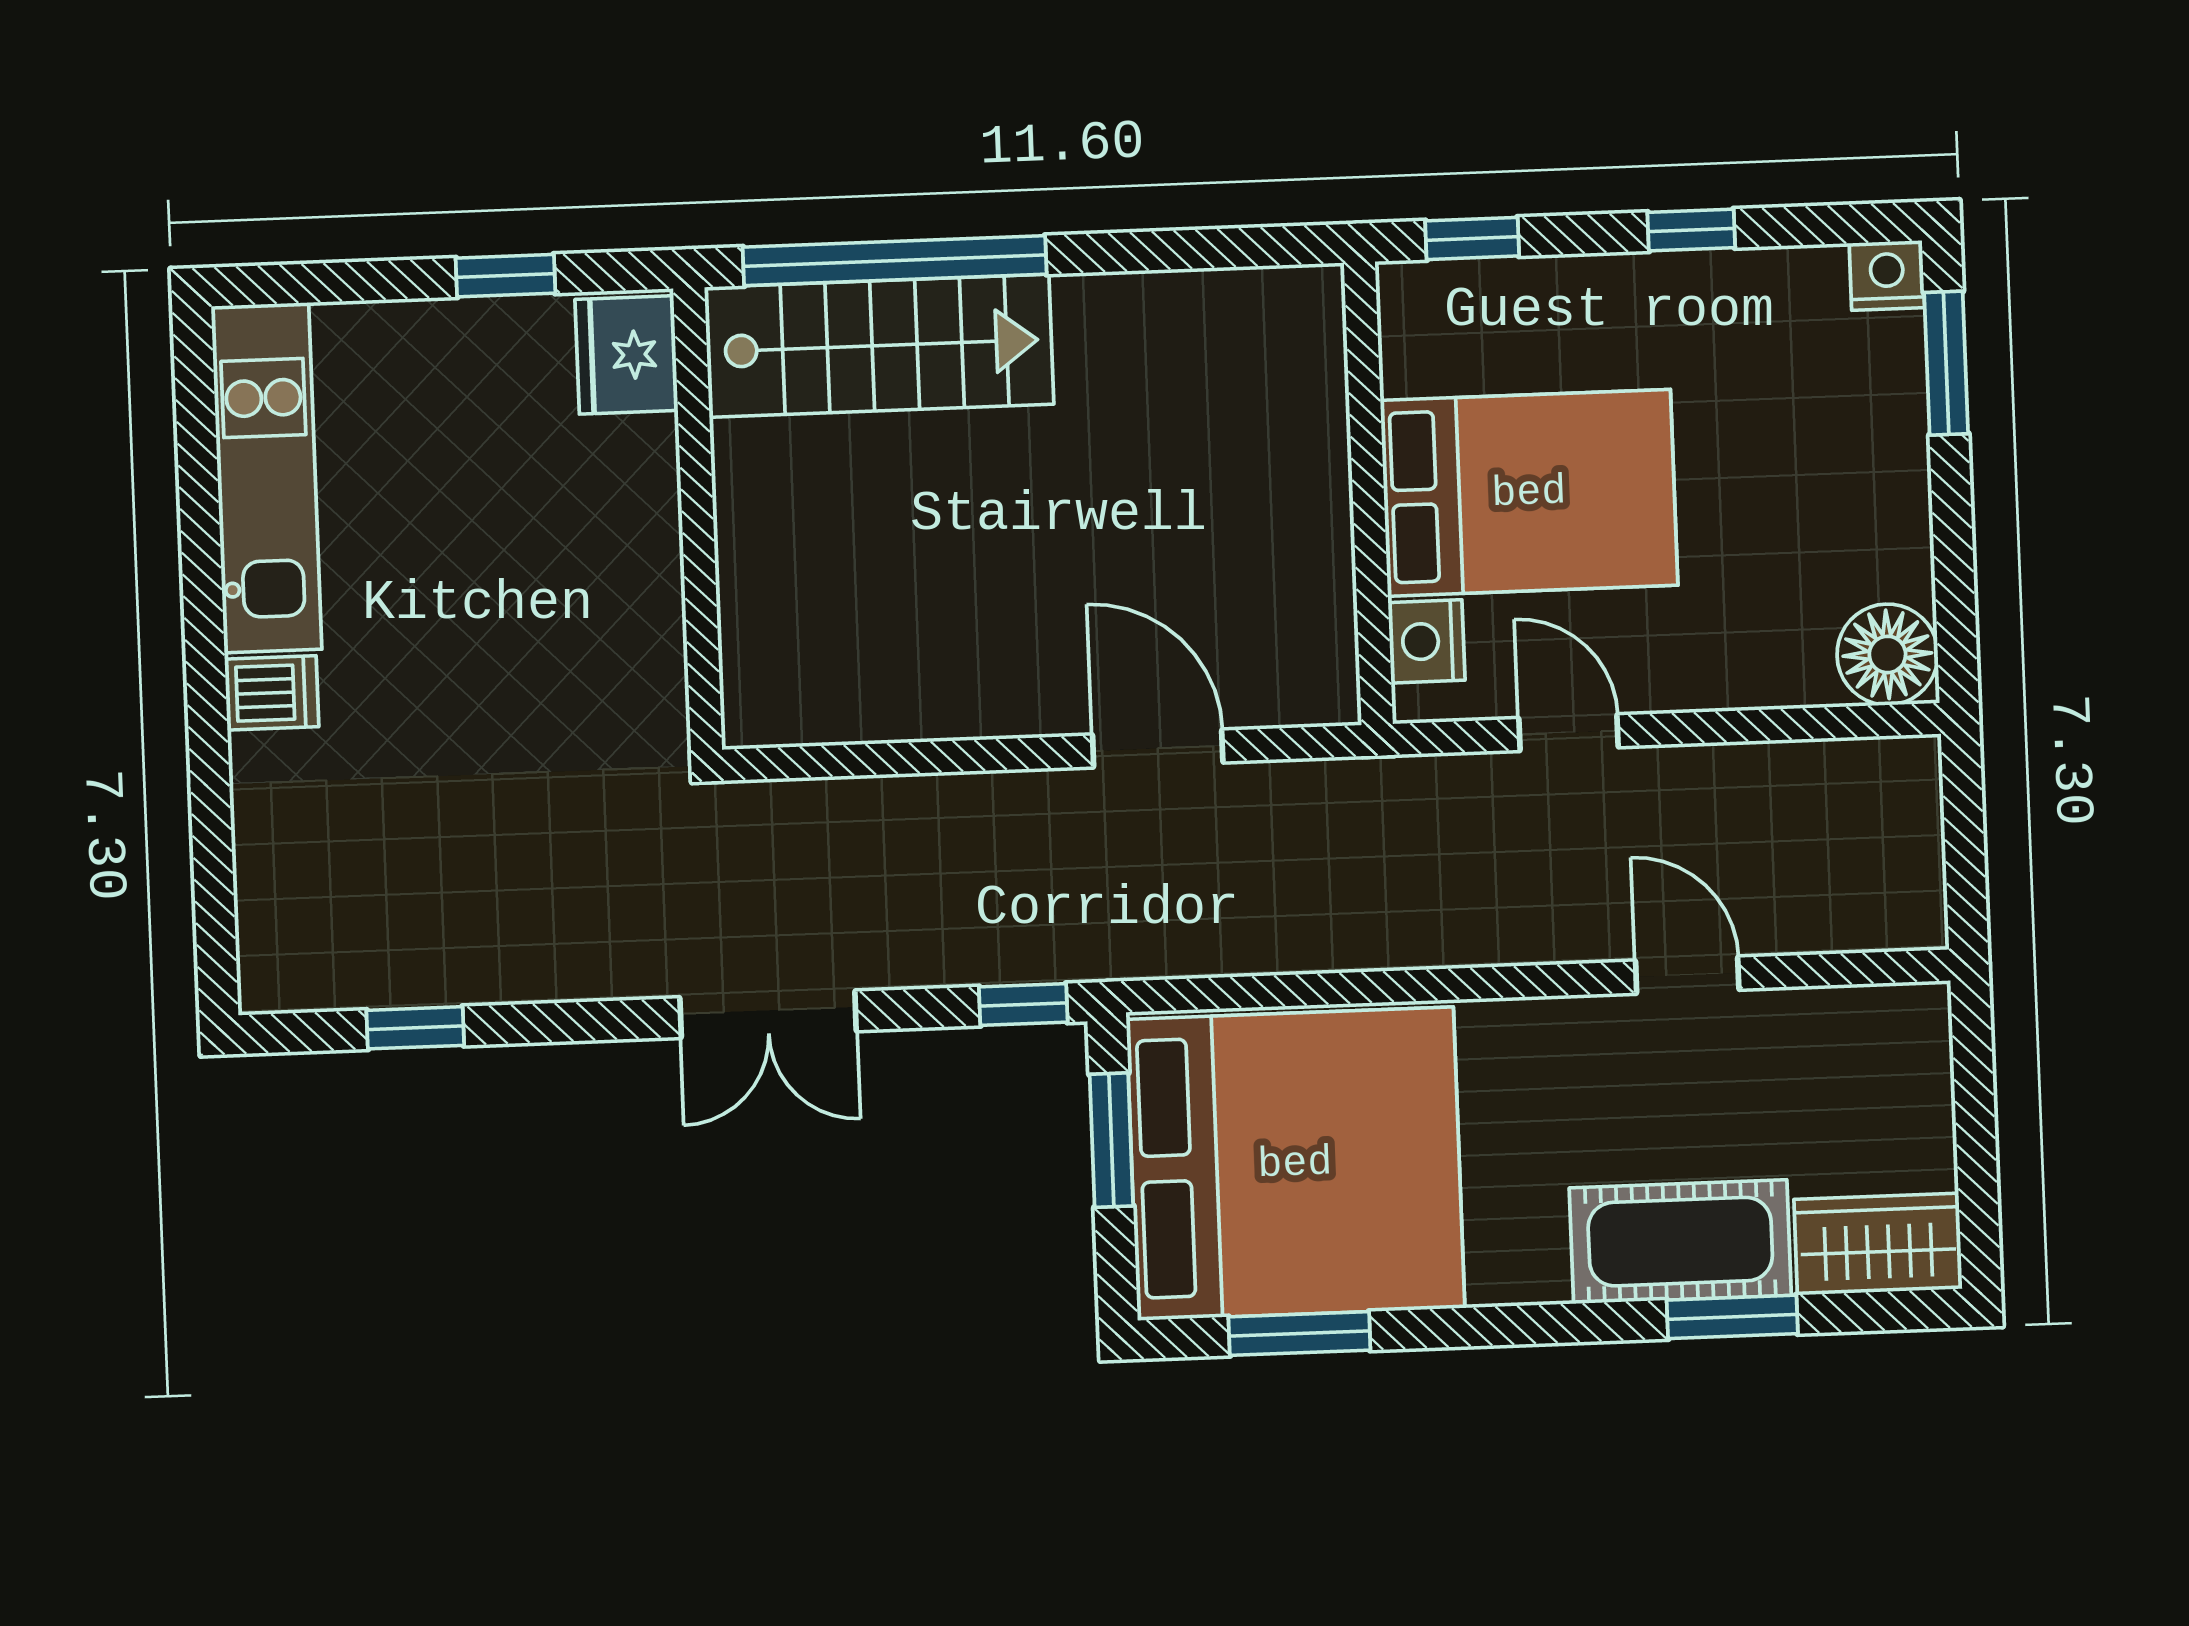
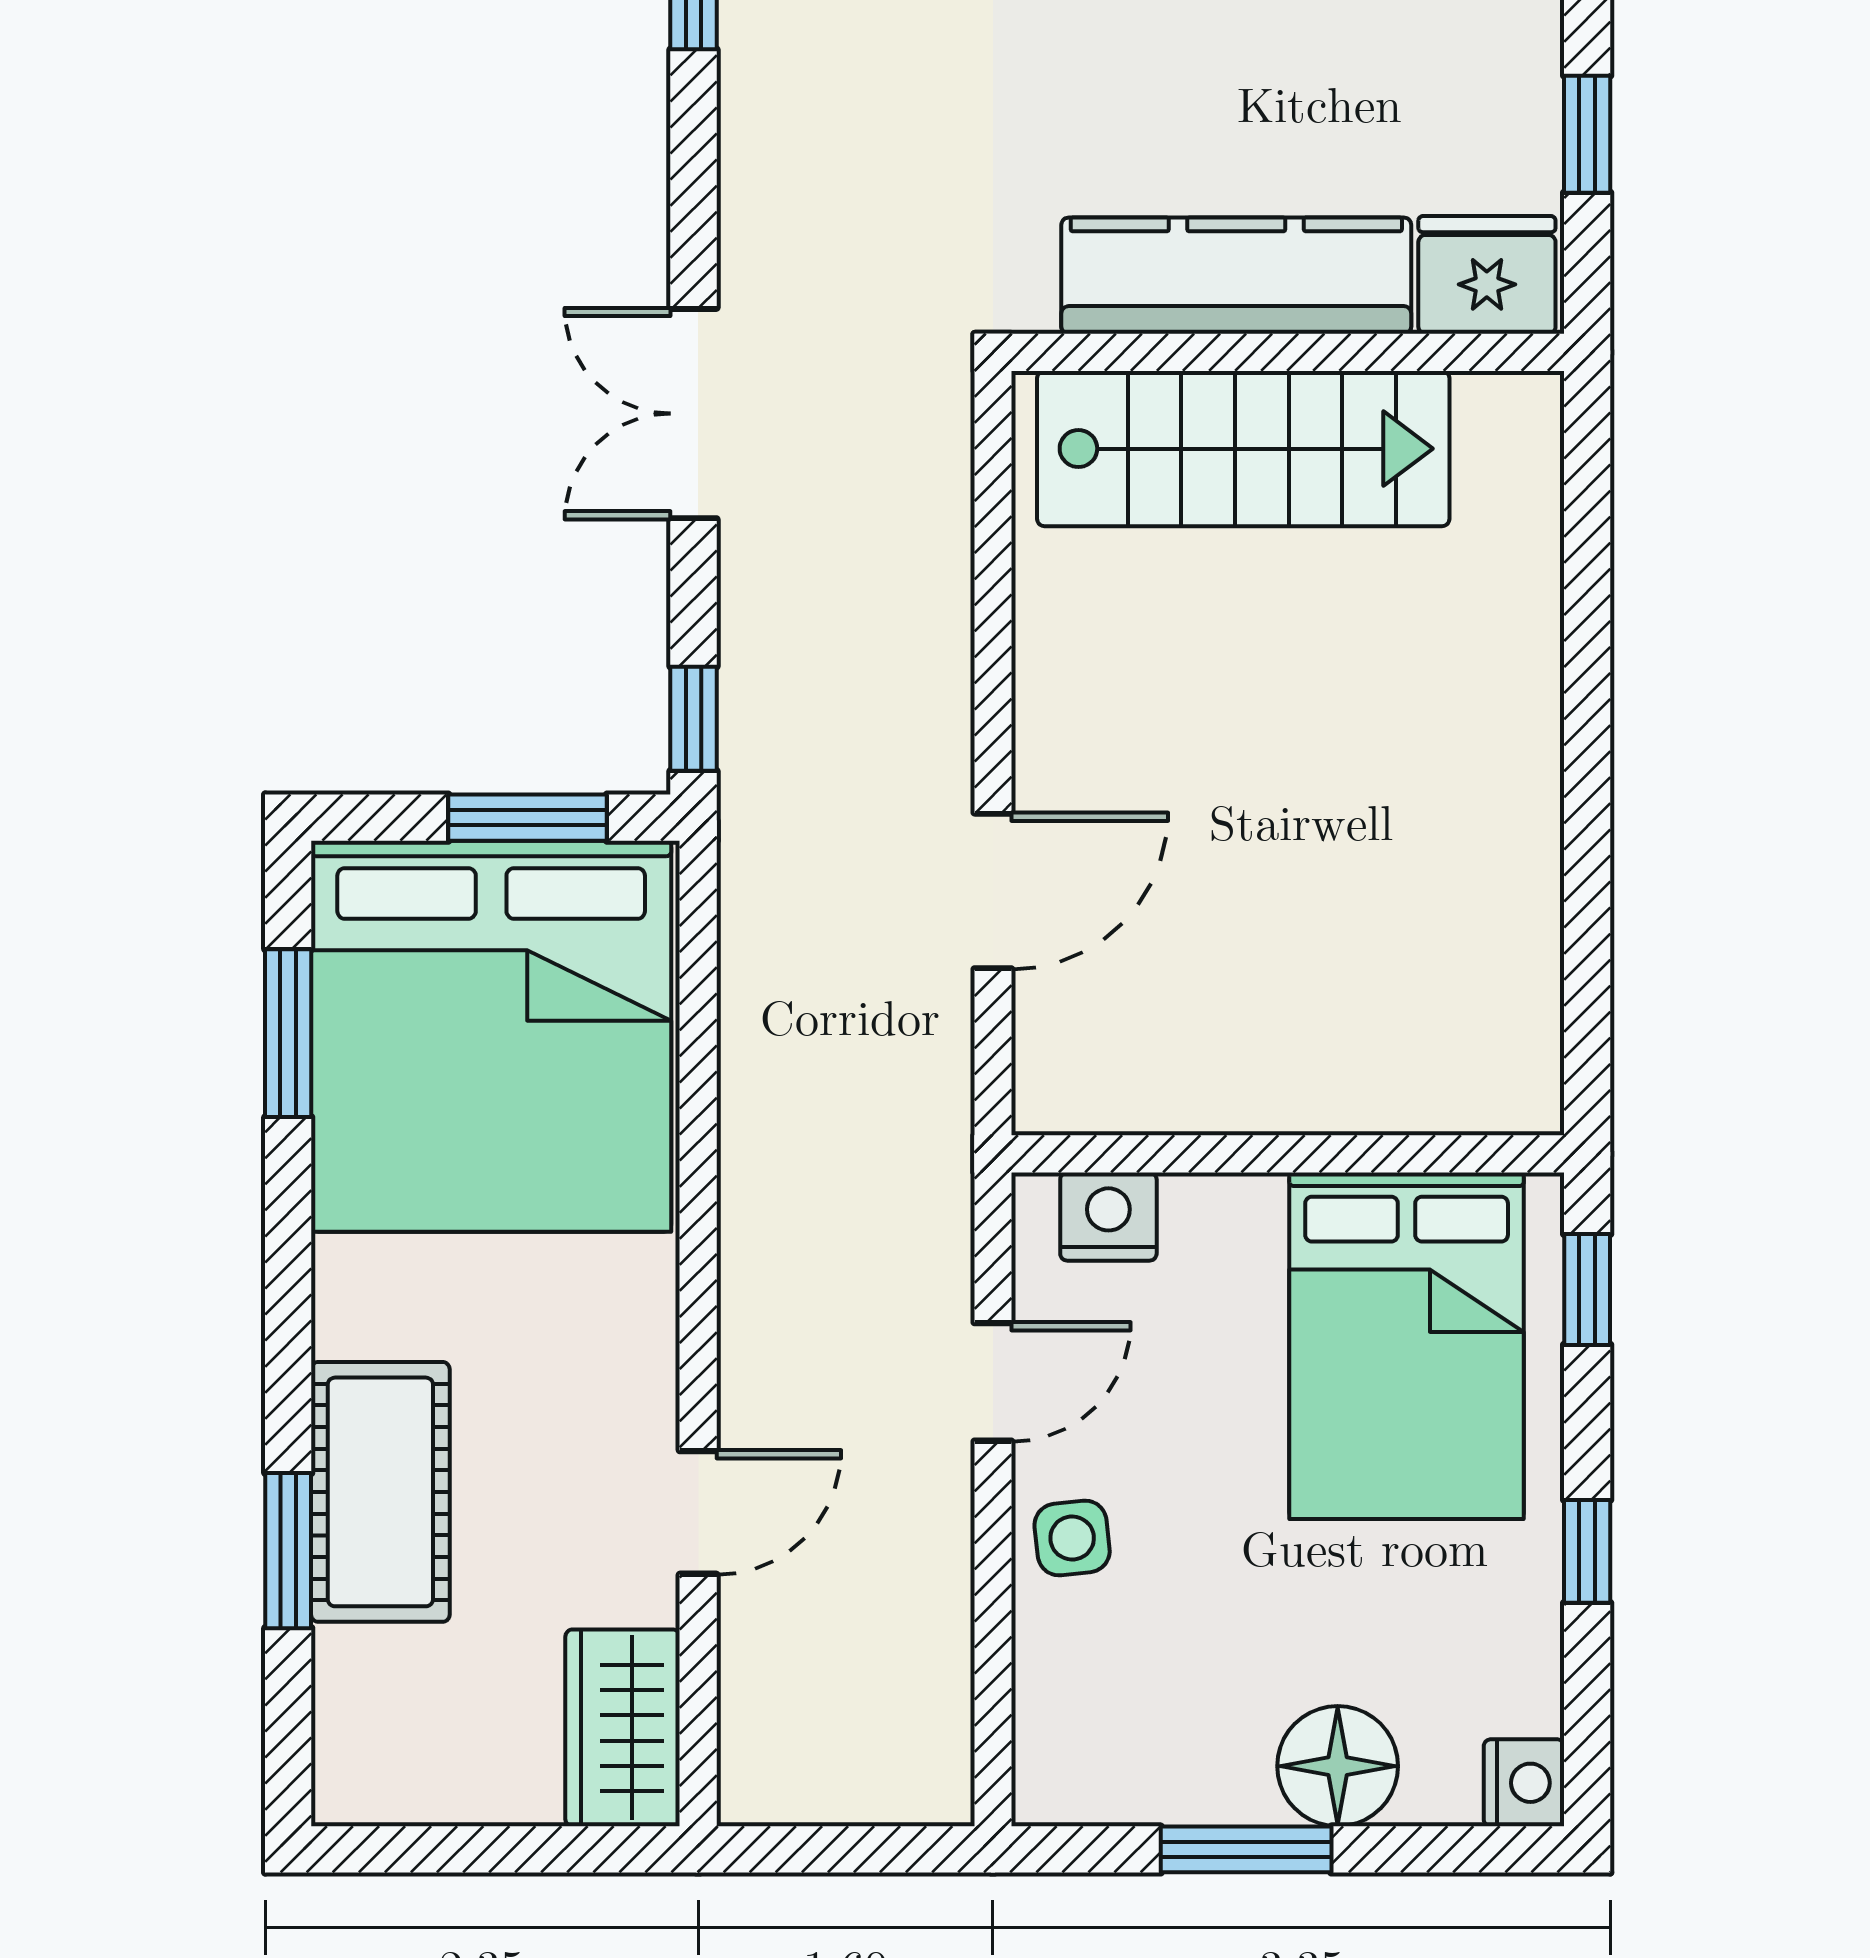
window: (895, 261) -> (1587, 599), removed
stairs: (879, 346) -> (1243, 449), moved, turned -90
window: (1946, 363) -> (1246, 1849), moved
bed: (1529, 493) -> (1407, 1346), moved
kitchen counter: (635, 565) -> (1236, 276), added
floor lamp: (1887, 654) -> (1338, 1766), moved
side table: (1697, 661) -> (1072, 1538), added
wardrobe: (1878, 1244) -> (623, 1728), moved, turned 180

